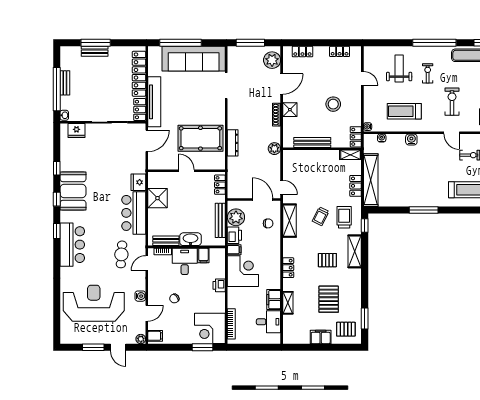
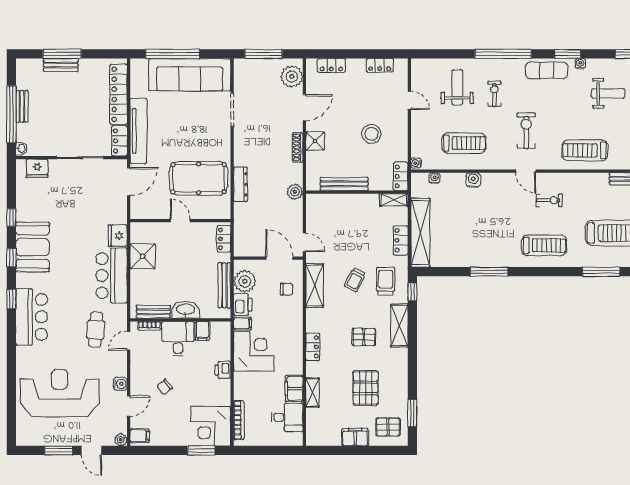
treadmill: (404, 111) -> (464, 143), turned 180

